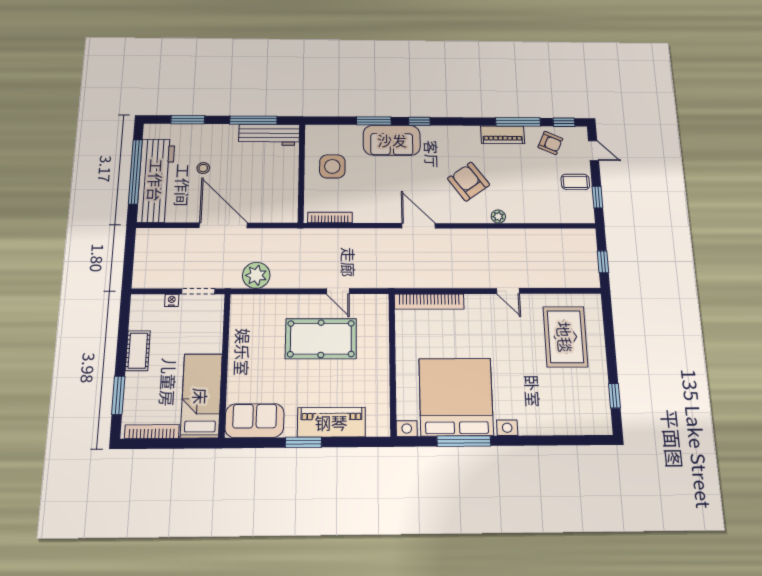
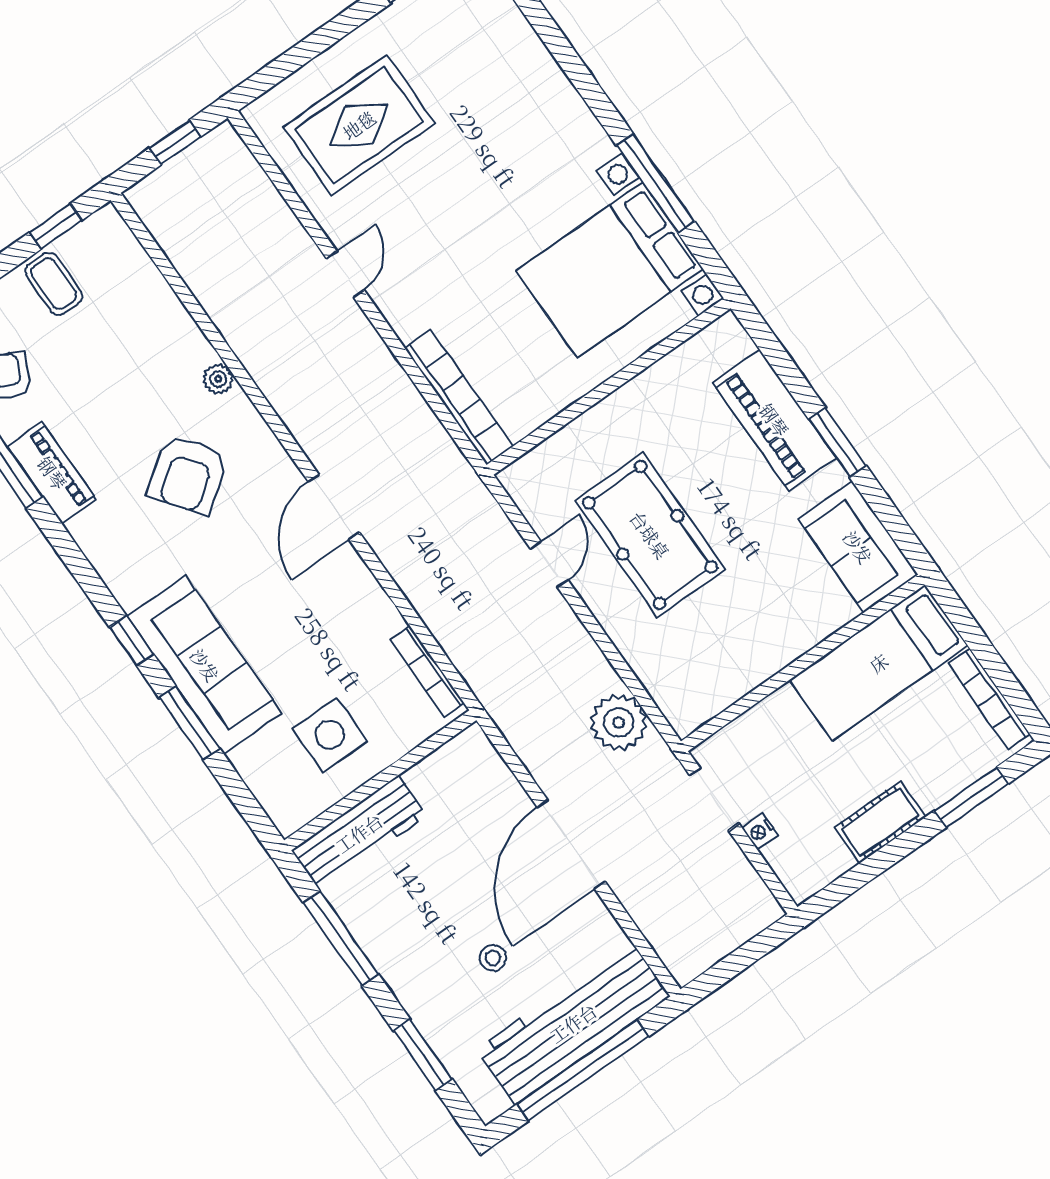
workbench: (269, 135) -> (359, 833), moved, turned 90
sofa: (392, 140) -> (205, 665), width x1.36
bed with nightstands: (456, 397) -> (610, 270), width x0.73

